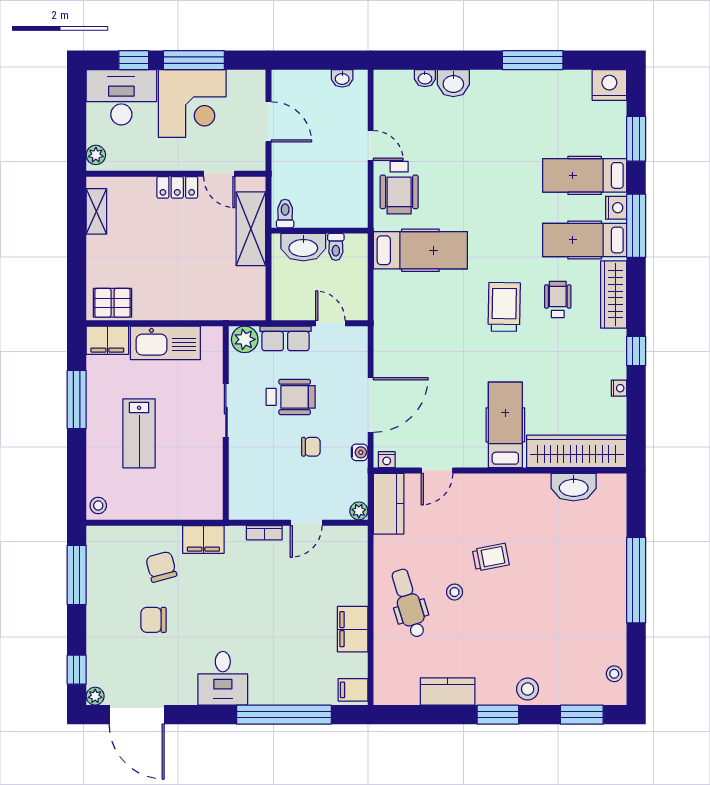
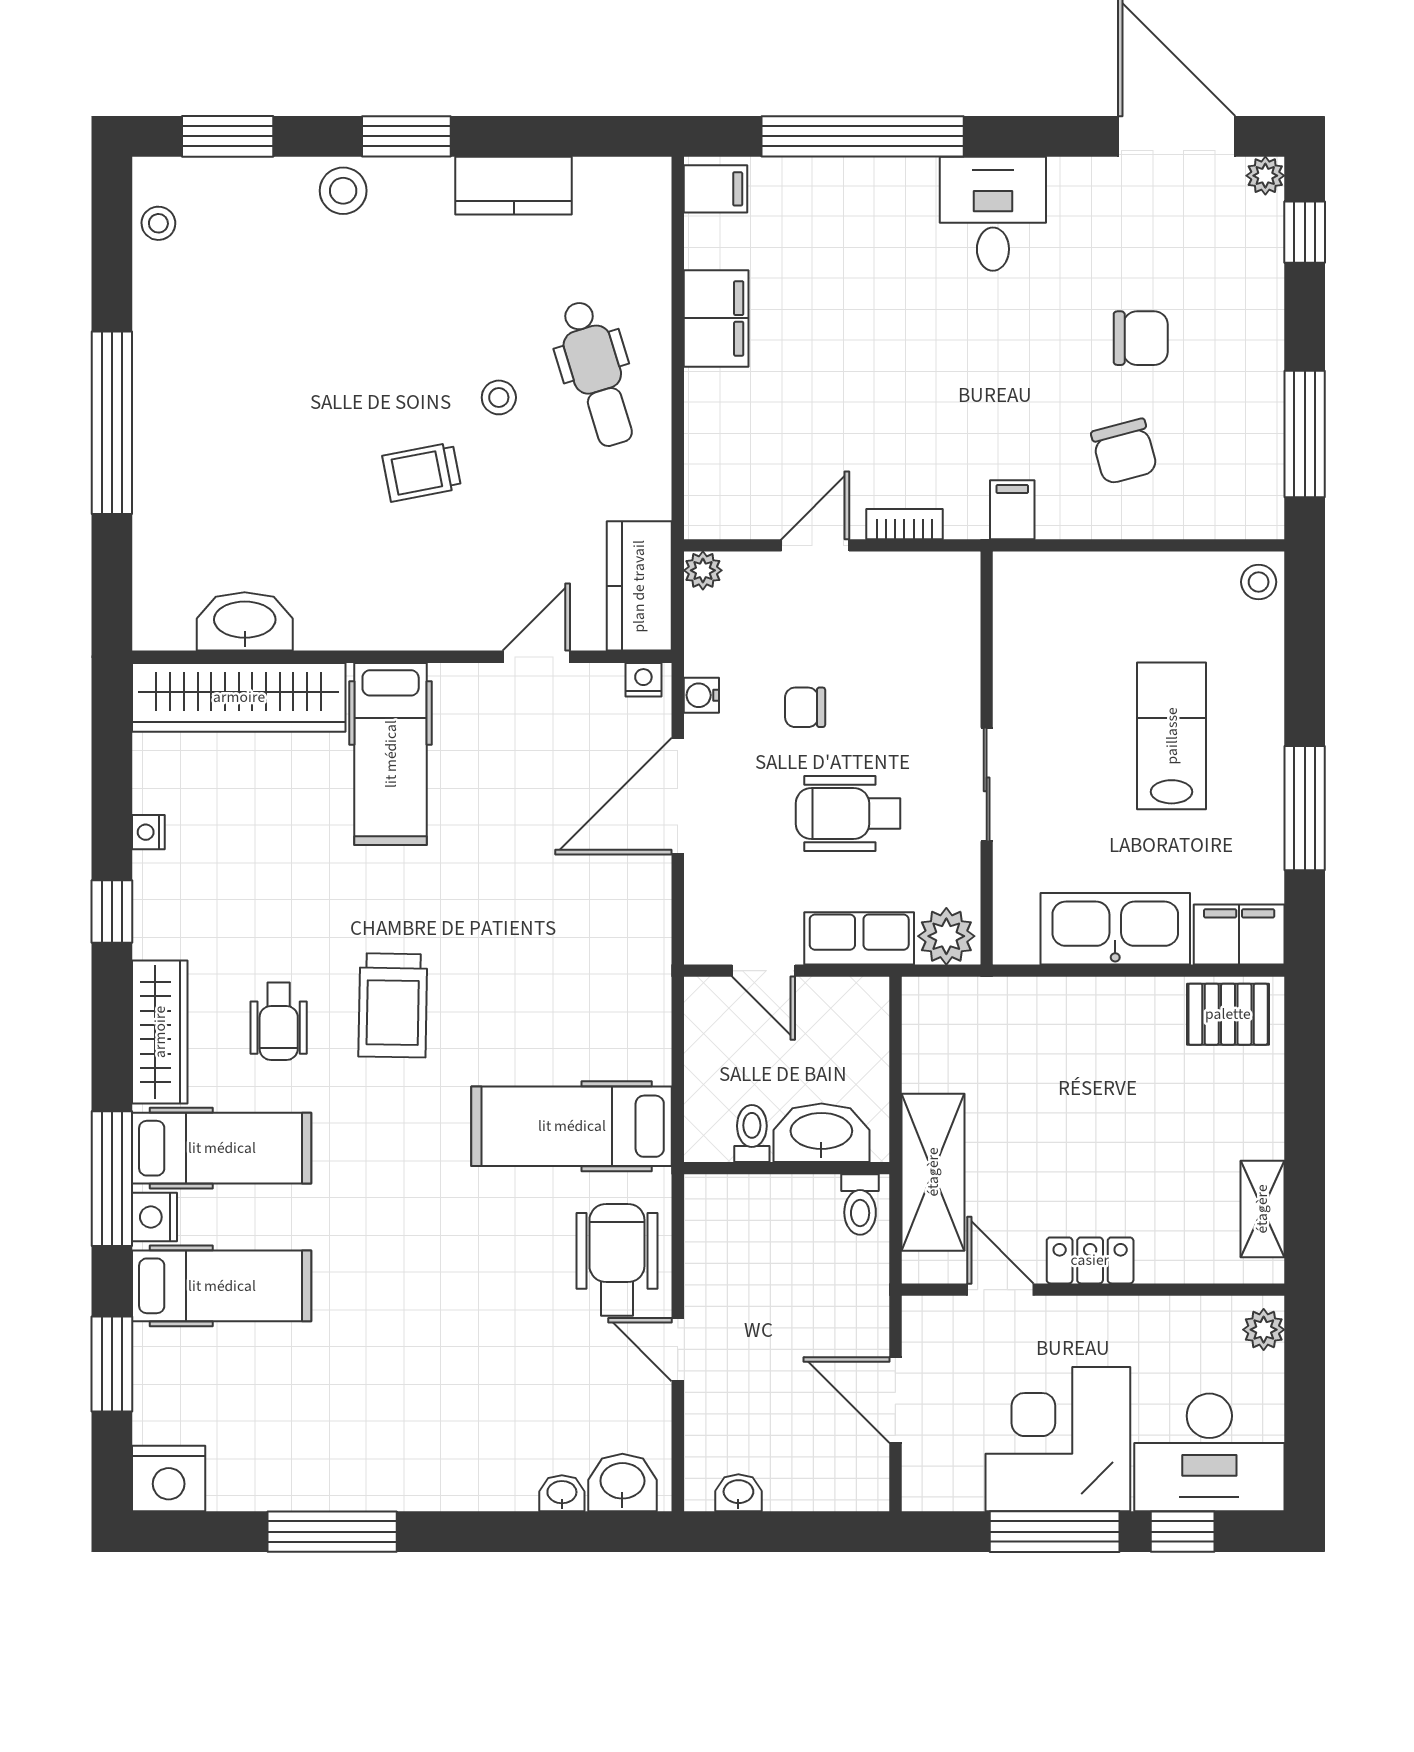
washbasin: (453, 83) -> (622, 1483), moved
filing cabinet: (203, 539) -> (1012, 510), width x0.50

